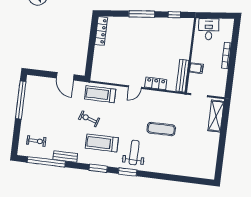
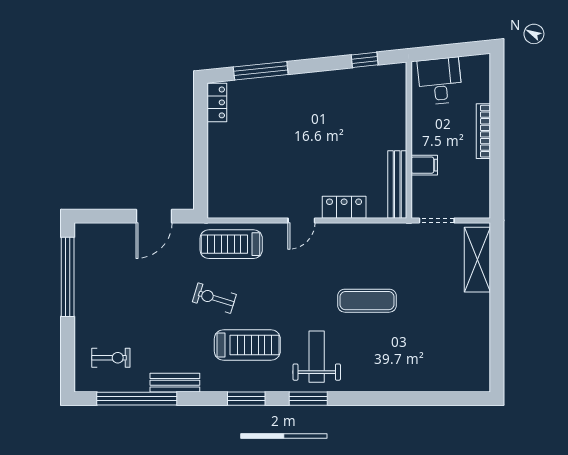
window: (142, 14) -> (261, 71), moved
locker: (101, 31) -> (217, 102), width x0.66
door: (65, 76) -> (154, 216), hinge flipped
treadmill: (102, 143) -> (247, 345), turned 180

